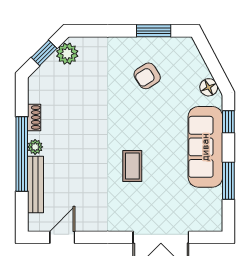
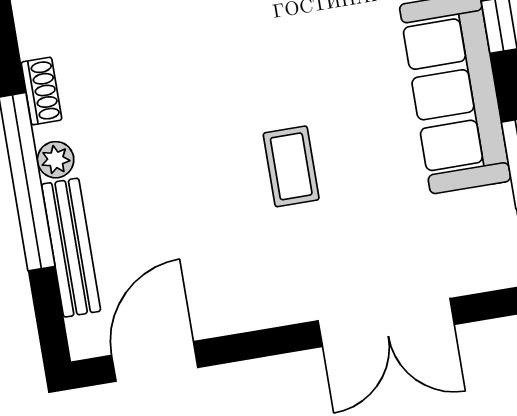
door: (62, 237) -> (155, 361), width x1.38

